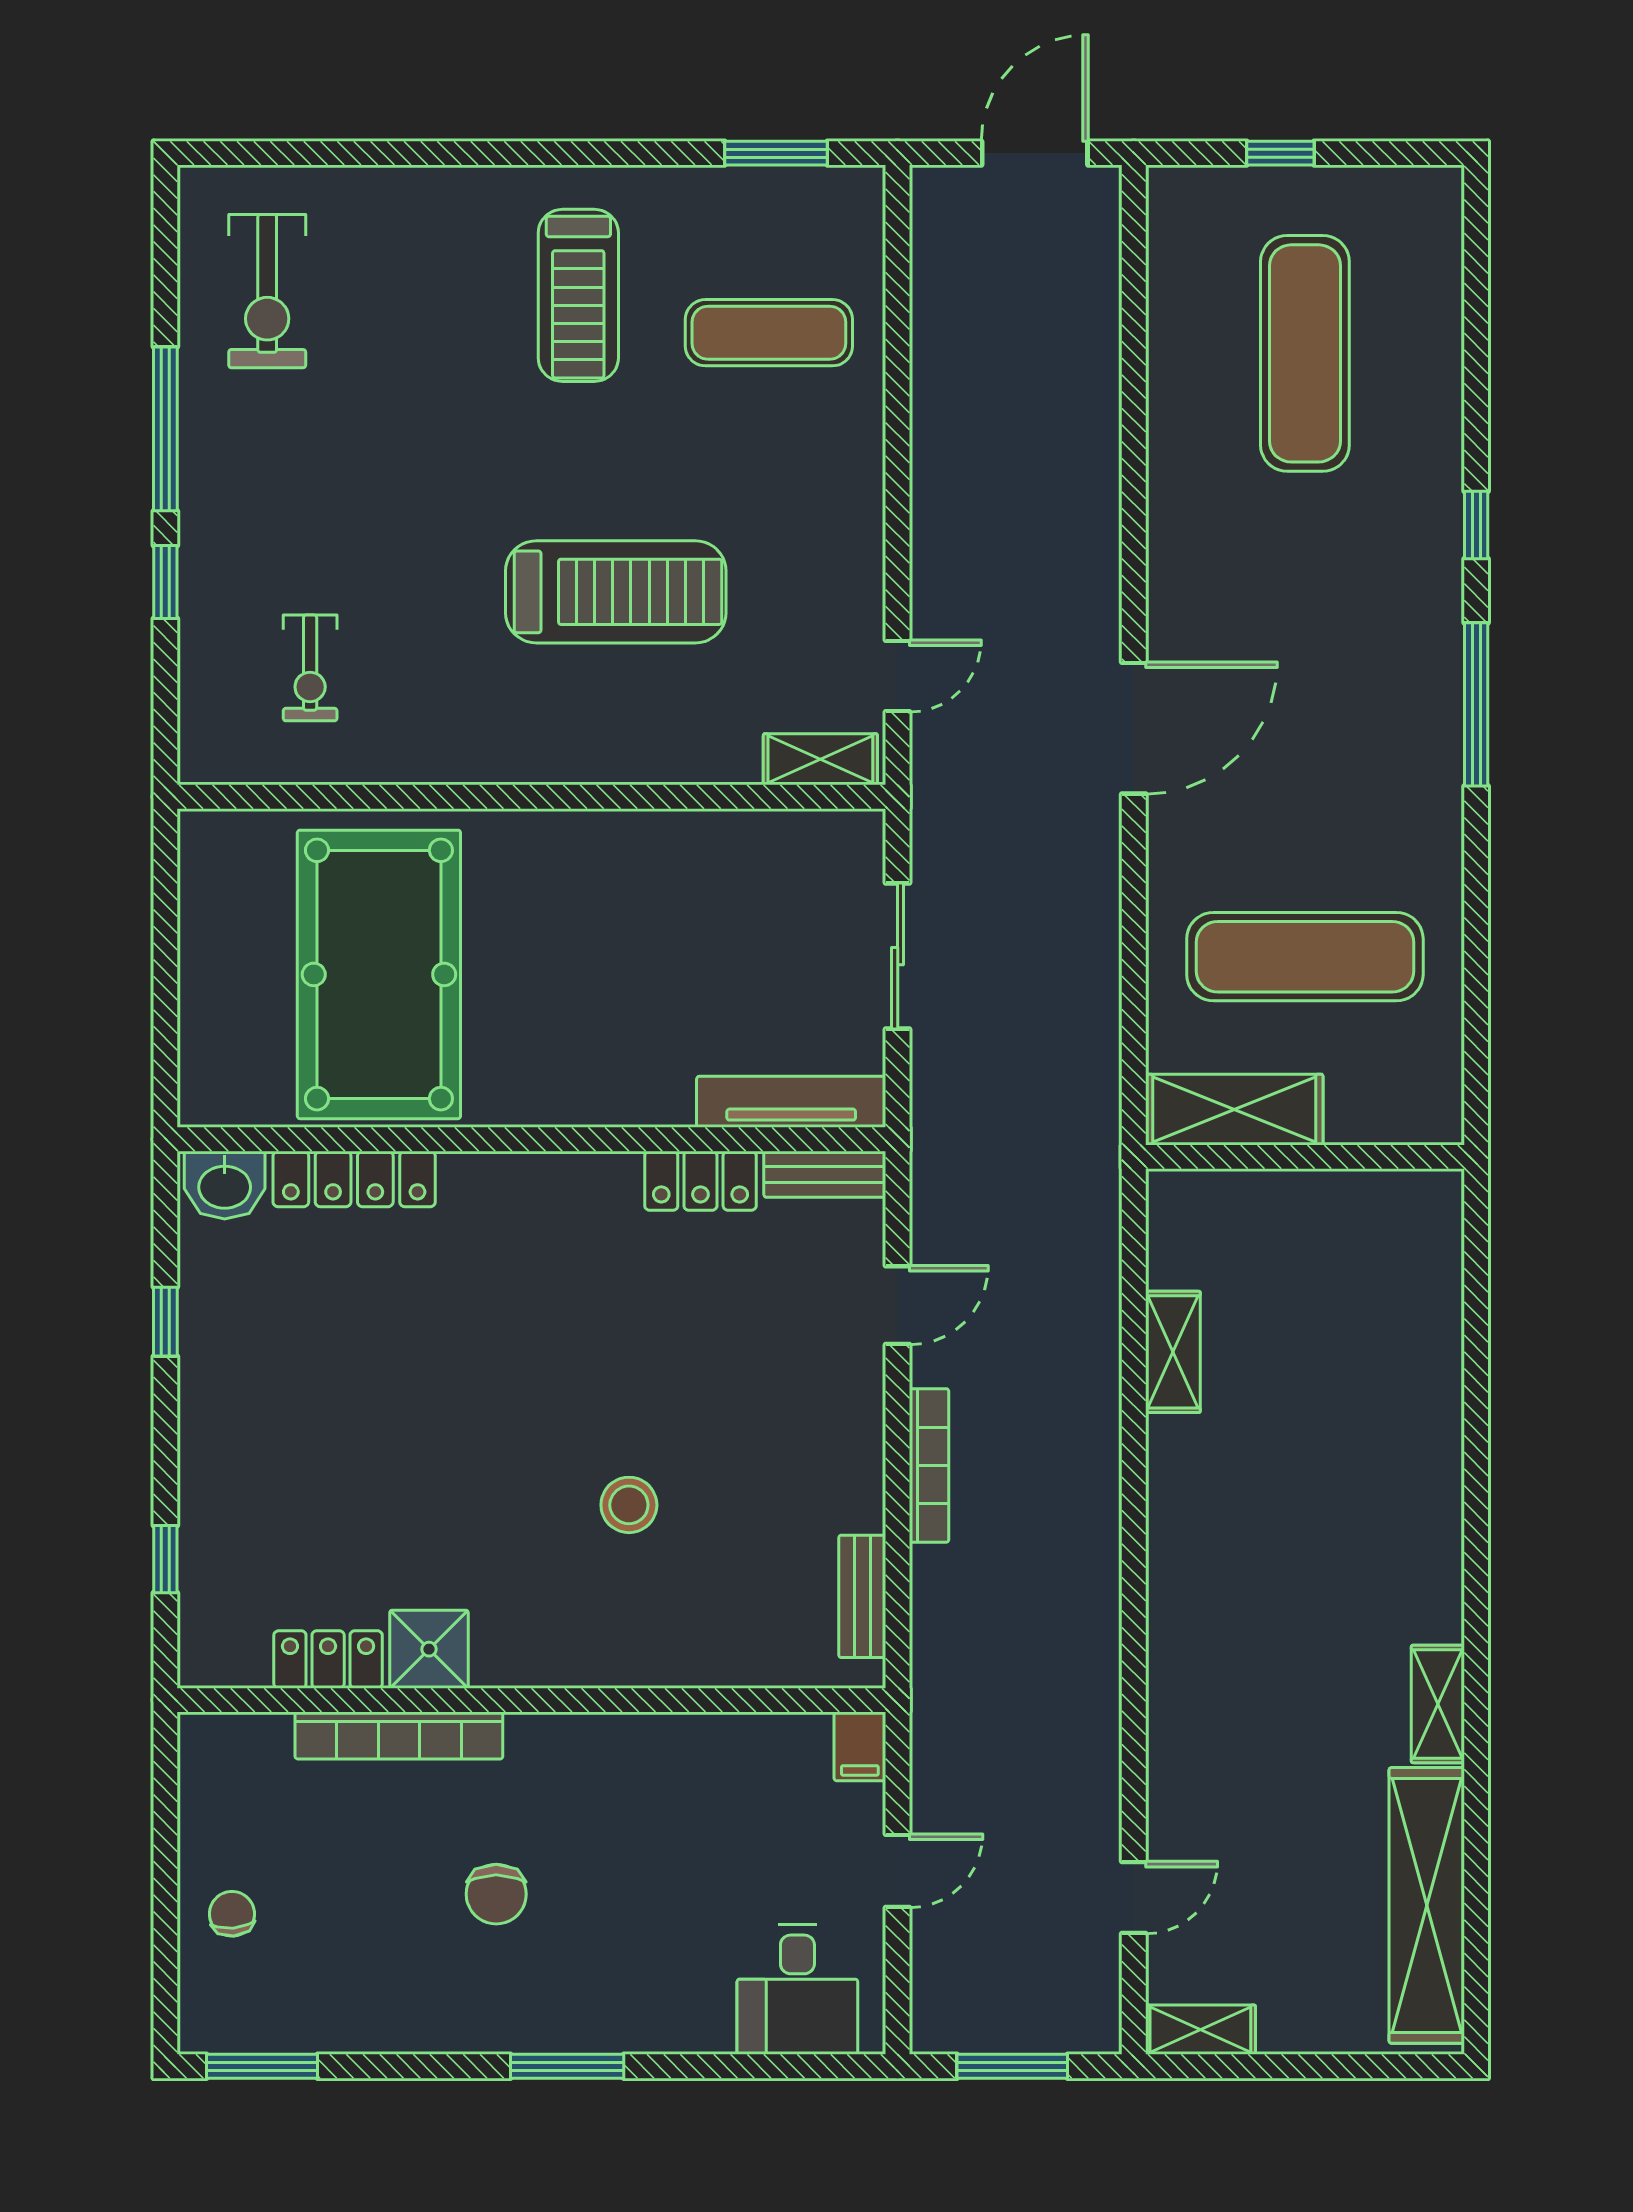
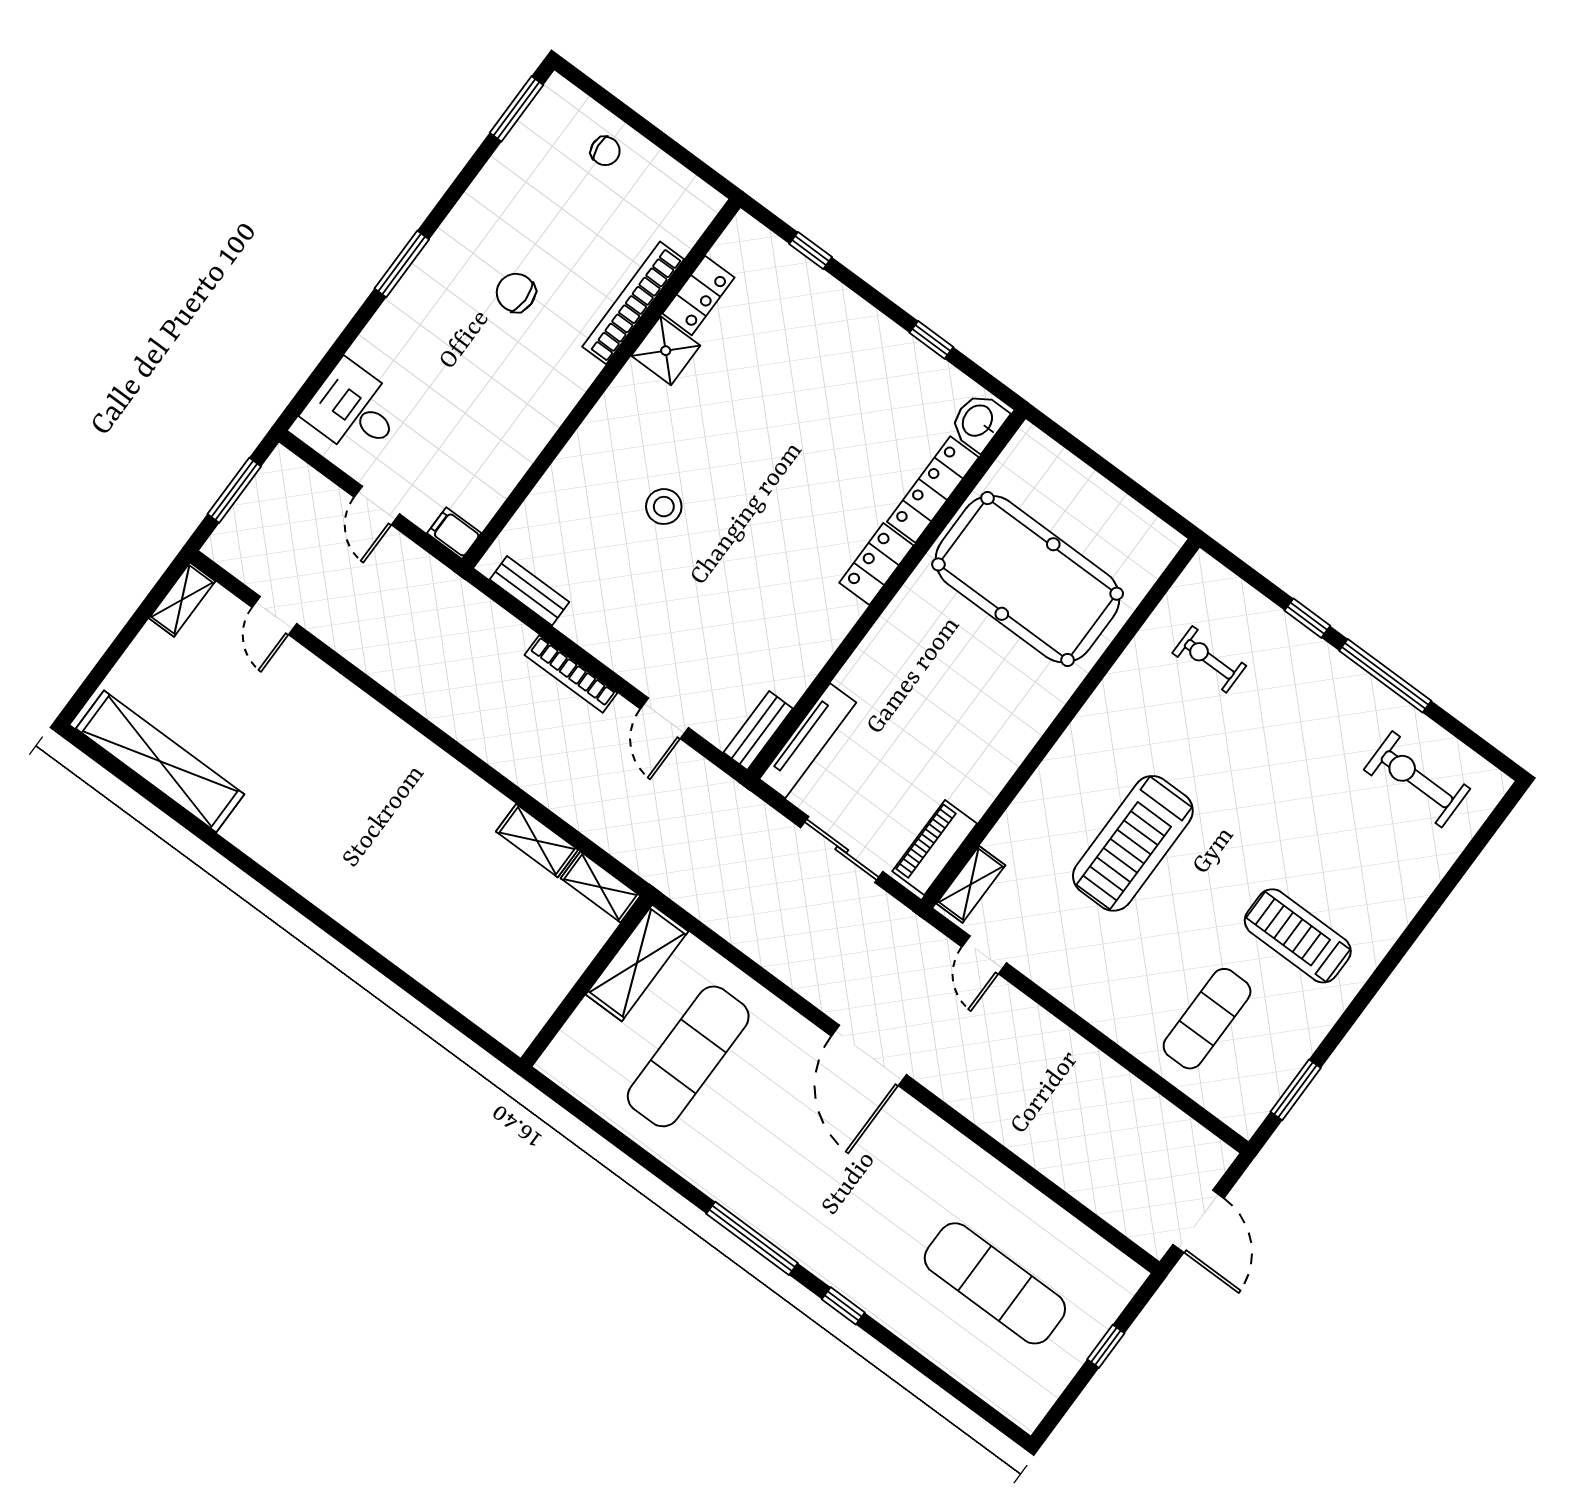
piano: (807, 840) -> (935, 847), added
locker: (700, 1181) -> (876, 564), moved
shelving: (1438, 1704) -> (601, 887), moved

